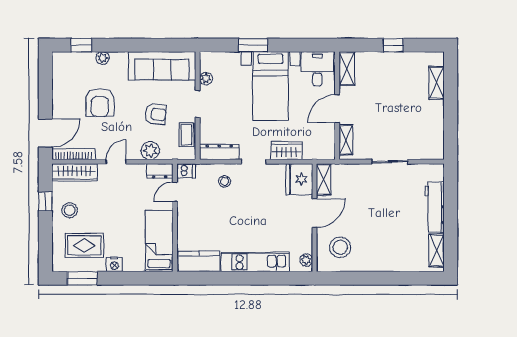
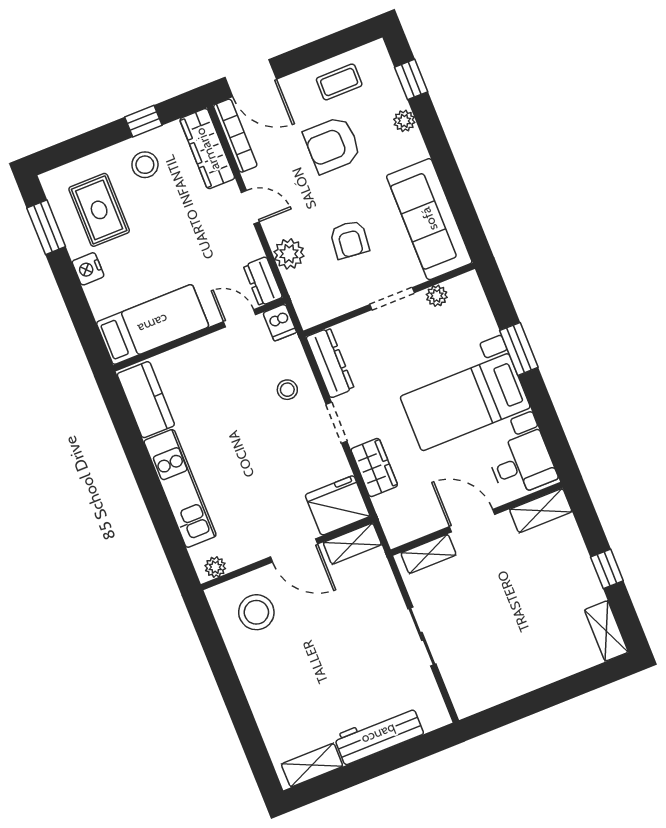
shelving: (437, 83) -> (606, 631), moved, turned 90
coffee table: (186, 135) -> (339, 82), moved

